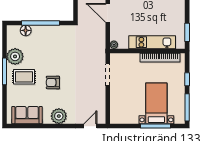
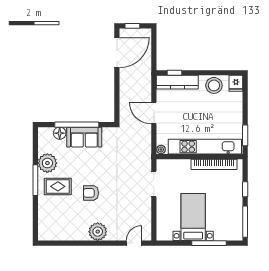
kitchen unit: (152, 42) -> (205, 147), width x1.36
bed with nightstands: (156, 103) -> (193, 217), moved
sofa: (27, 115) -> (84, 137), moved, turned 180

